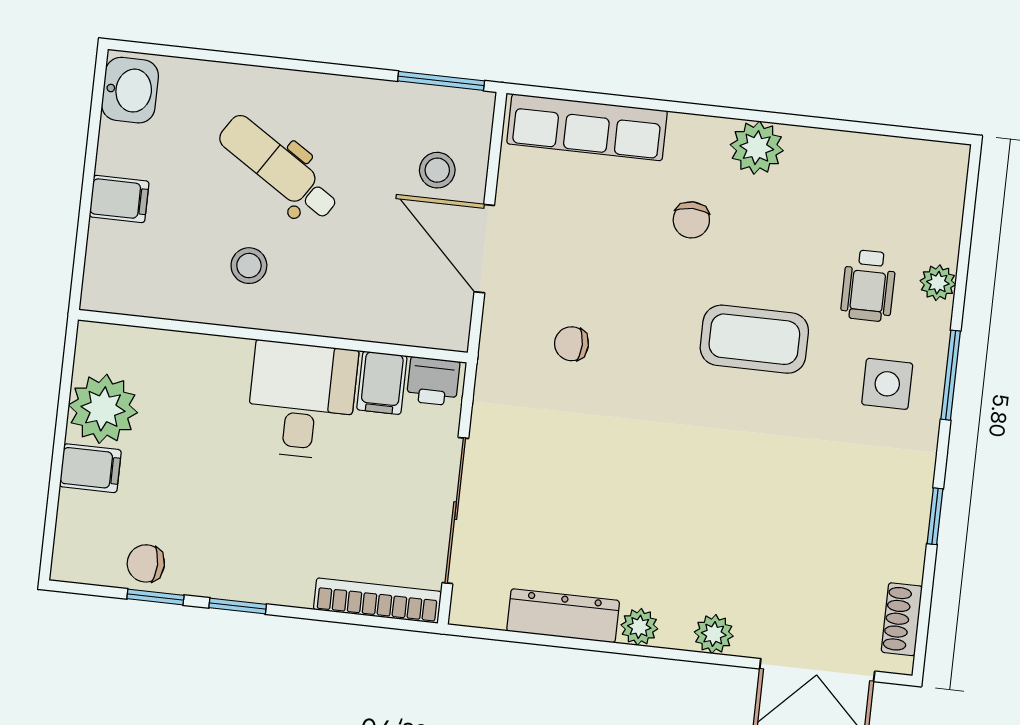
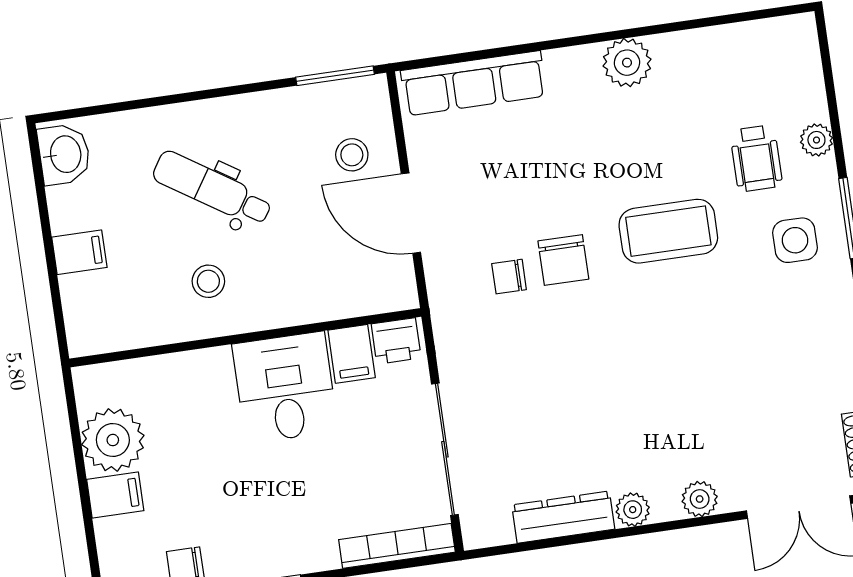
chair: (691, 220) -> (563, 260), moved, width x1.37, depth x1.37

